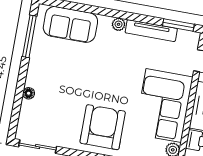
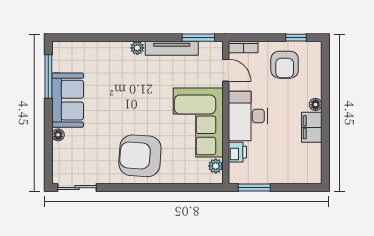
sofa: (70, 24) -> (68, 100), moved, turned -90
armchair: (103, 127) -> (140, 156), turned -86

